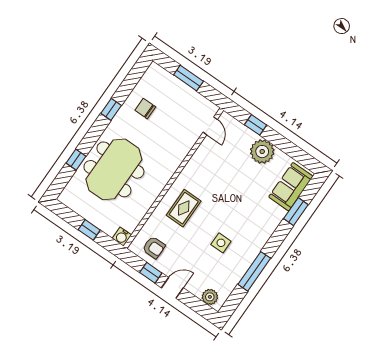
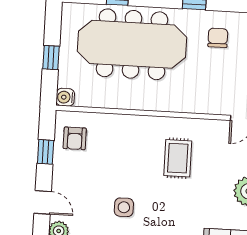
meeting table: (114, 169) -> (132, 44), width x1.36
rug: (184, 208) -> (178, 158), moved, turned 90
door: (172, 288) -> (43, 202), moved

